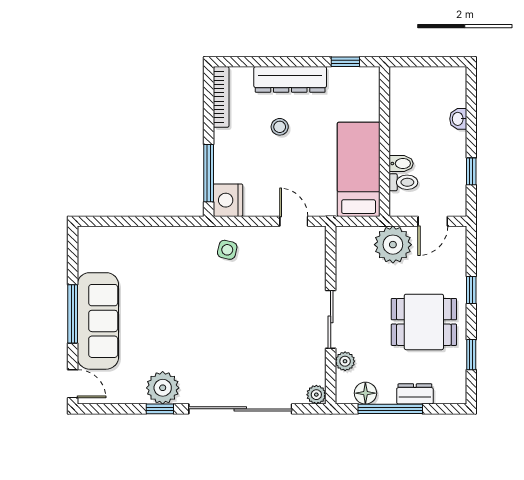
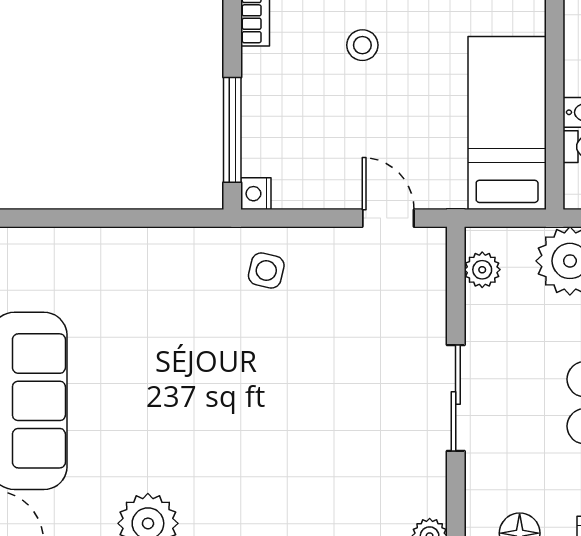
nightstand: (228, 200) -> (256, 194), width x0.53, depth x0.56
plant: (345, 361) -> (482, 270), moved

